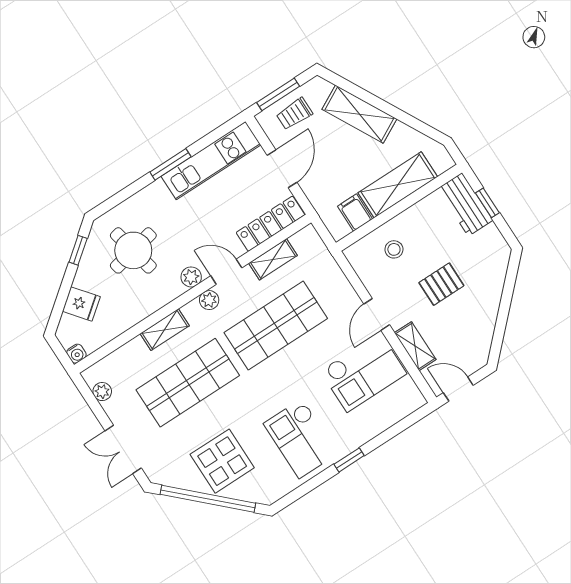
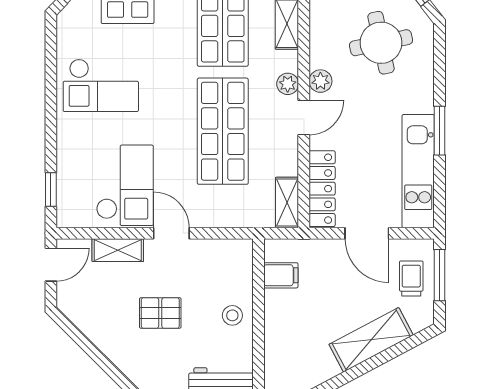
shelving: (398, 185) -> (281, 333), removed
stool: (394, 249) -> (232, 315), moved
shelving: (273, 259) -> (287, 203), moved
pallet: (441, 284) -> (160, 313), turned 90
checkout: (363, 372) -> (125, 185), turned 180
checkout: (301, 439) -> (101, 85), turned 180
window: (349, 460) -> (51, 190), moved

